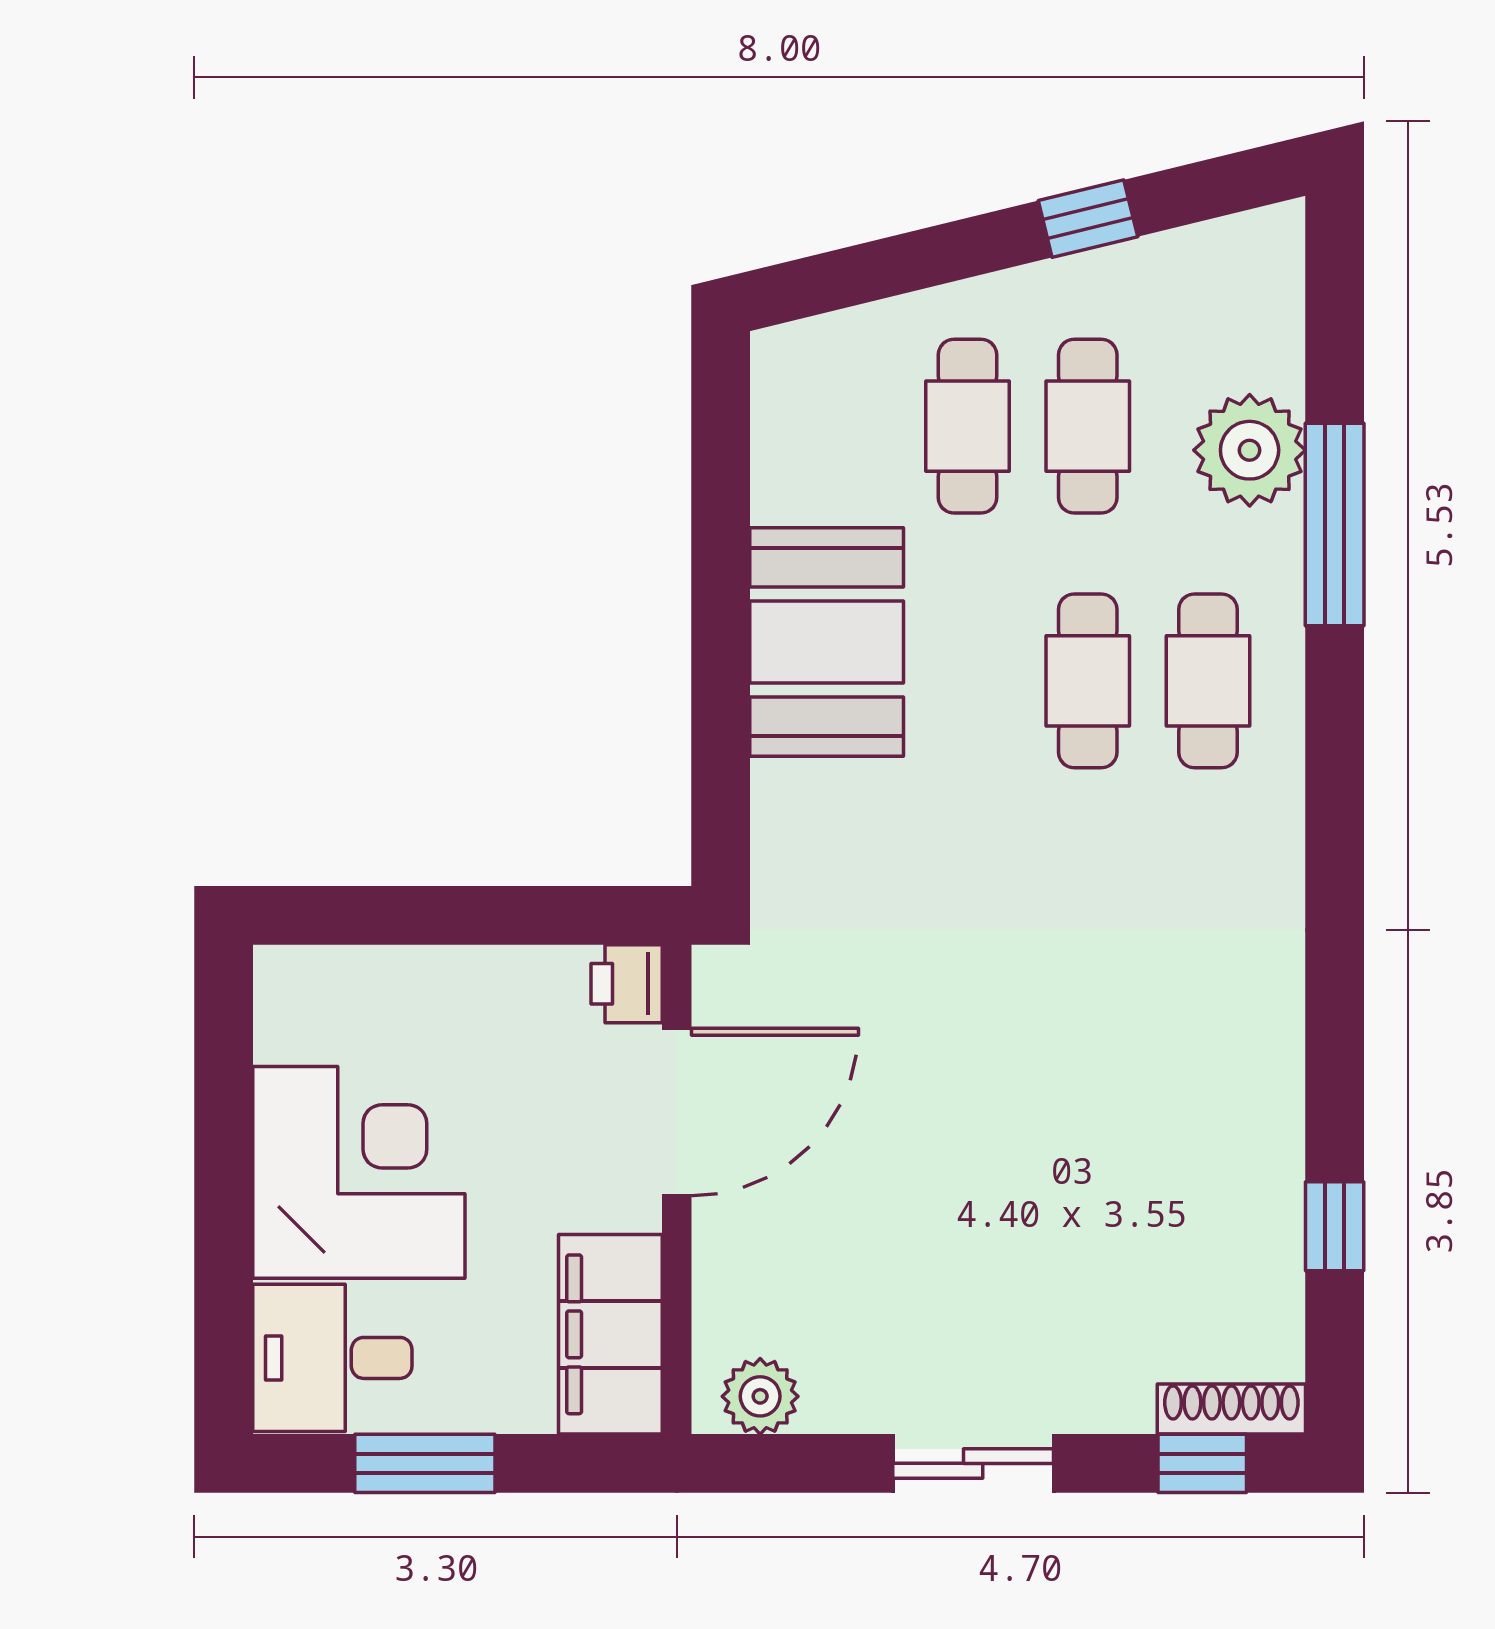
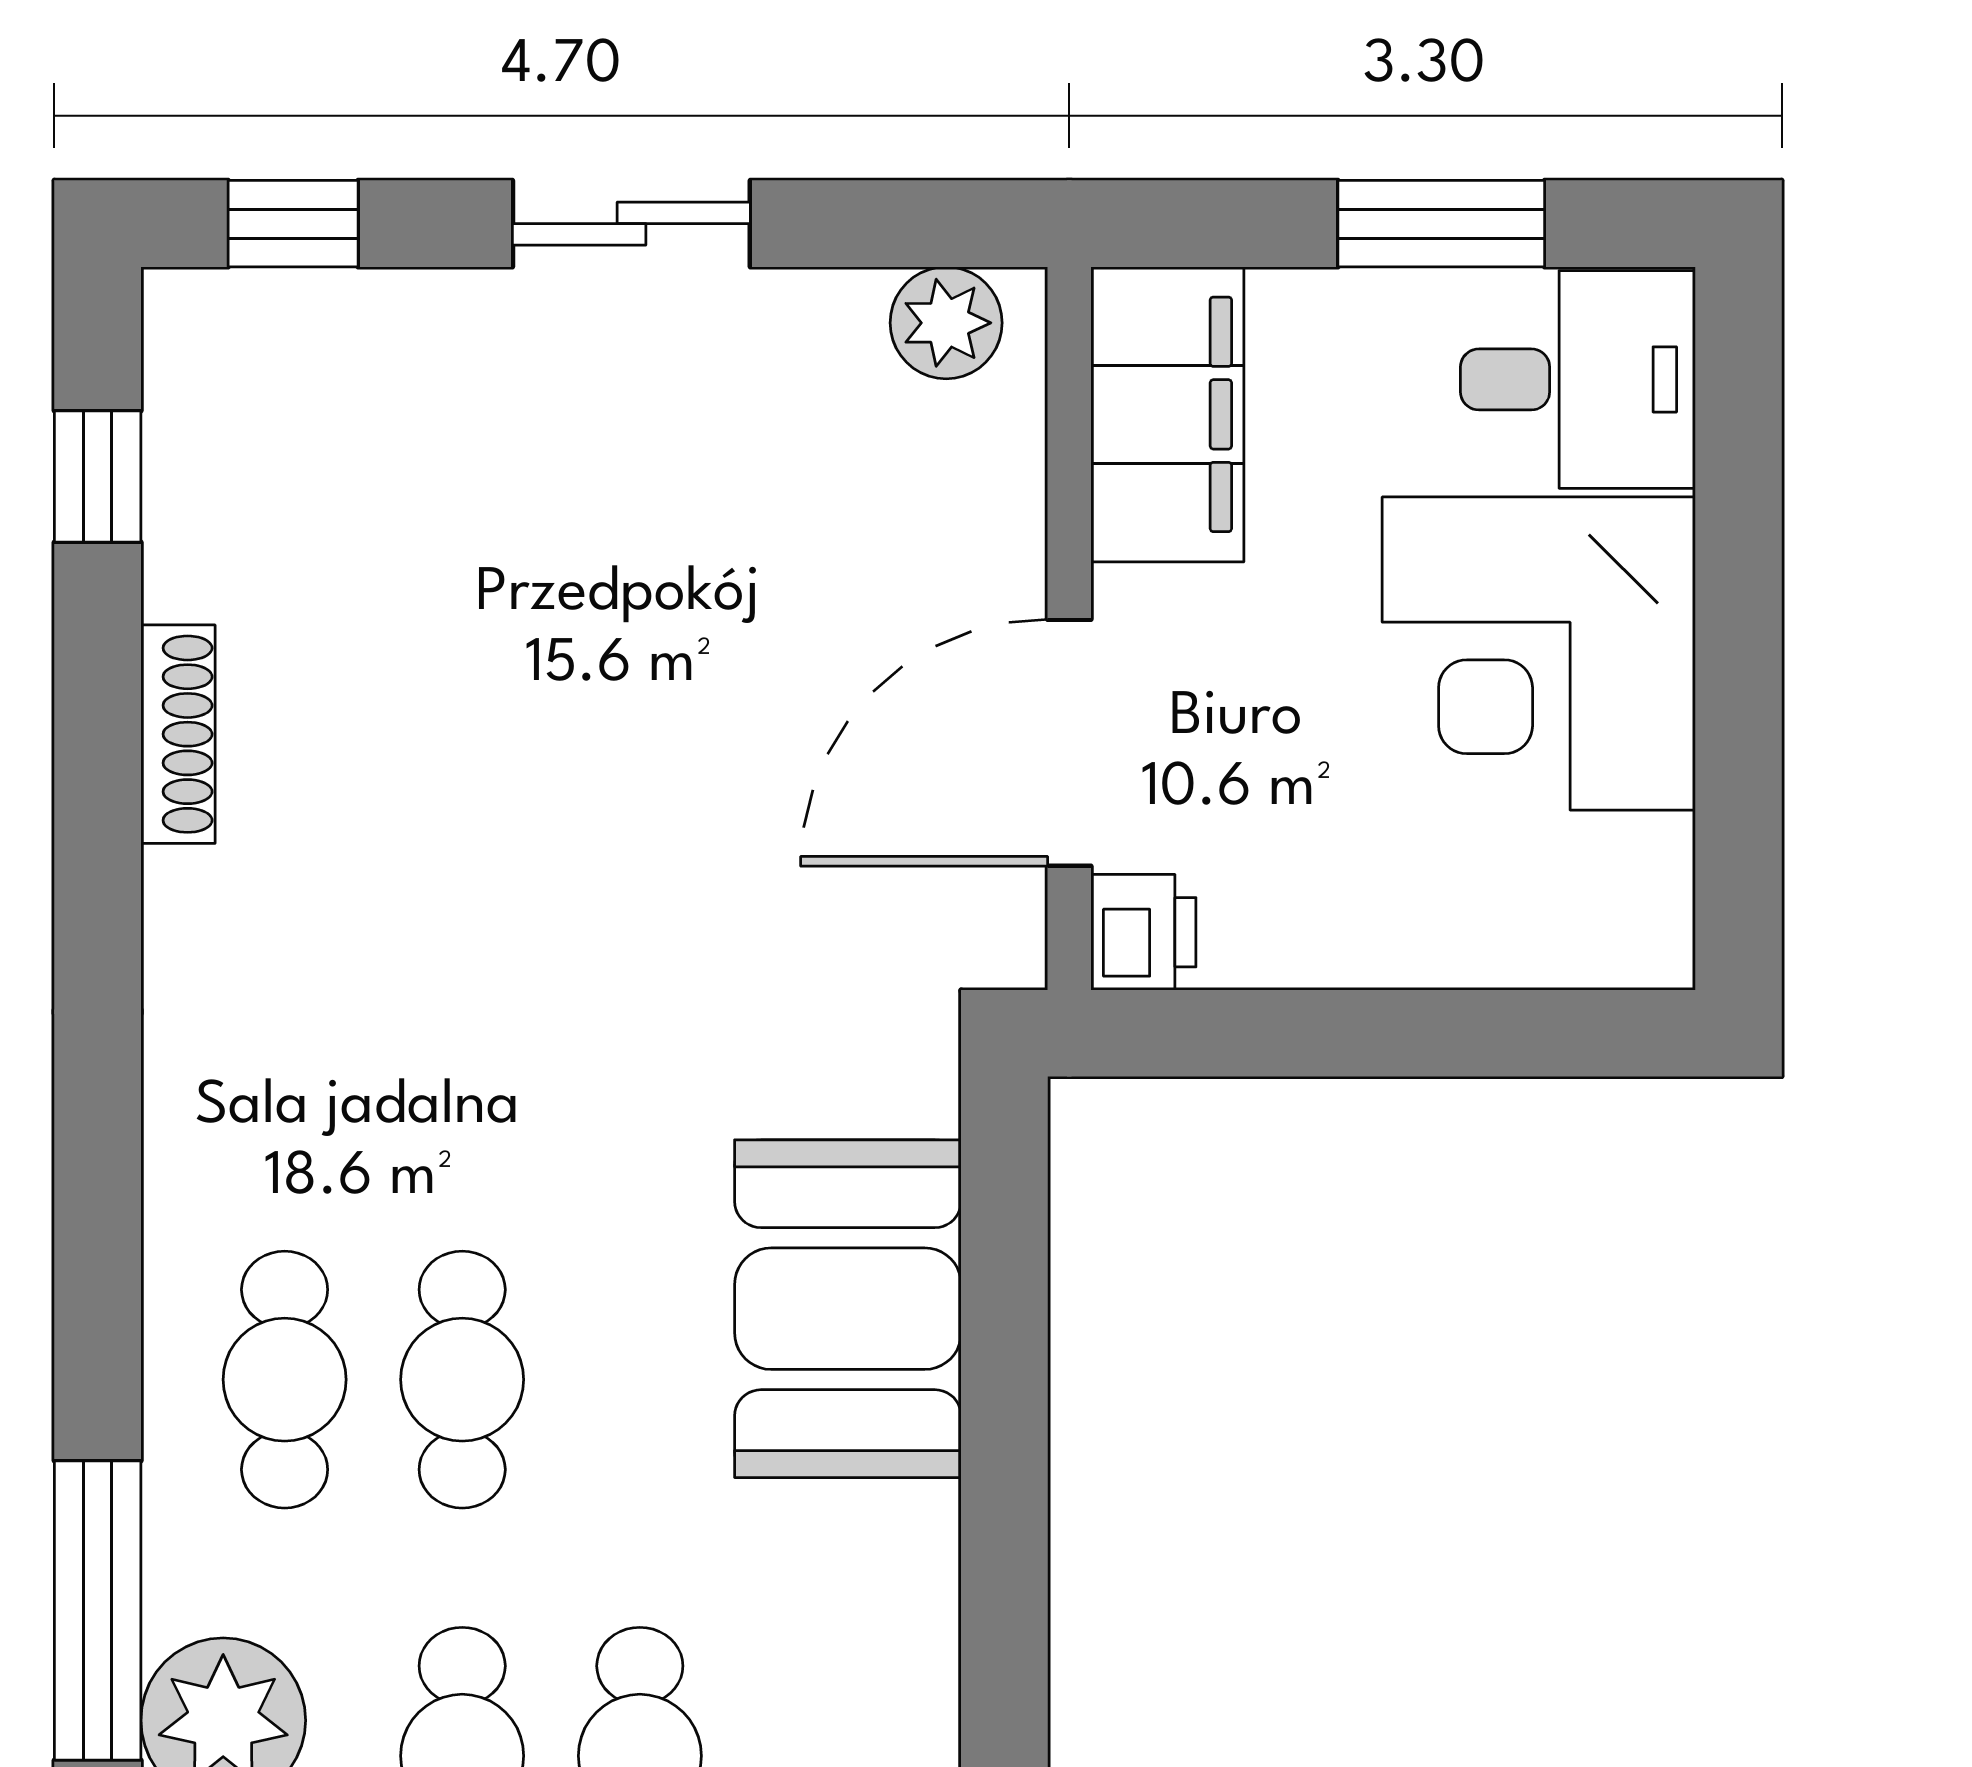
booth: (827, 642) -> (848, 1309), moved
window: (1335, 1226) -> (98, 476), moved
shoe rack: (1231, 1409) -> (178, 734), moved, turned -90

